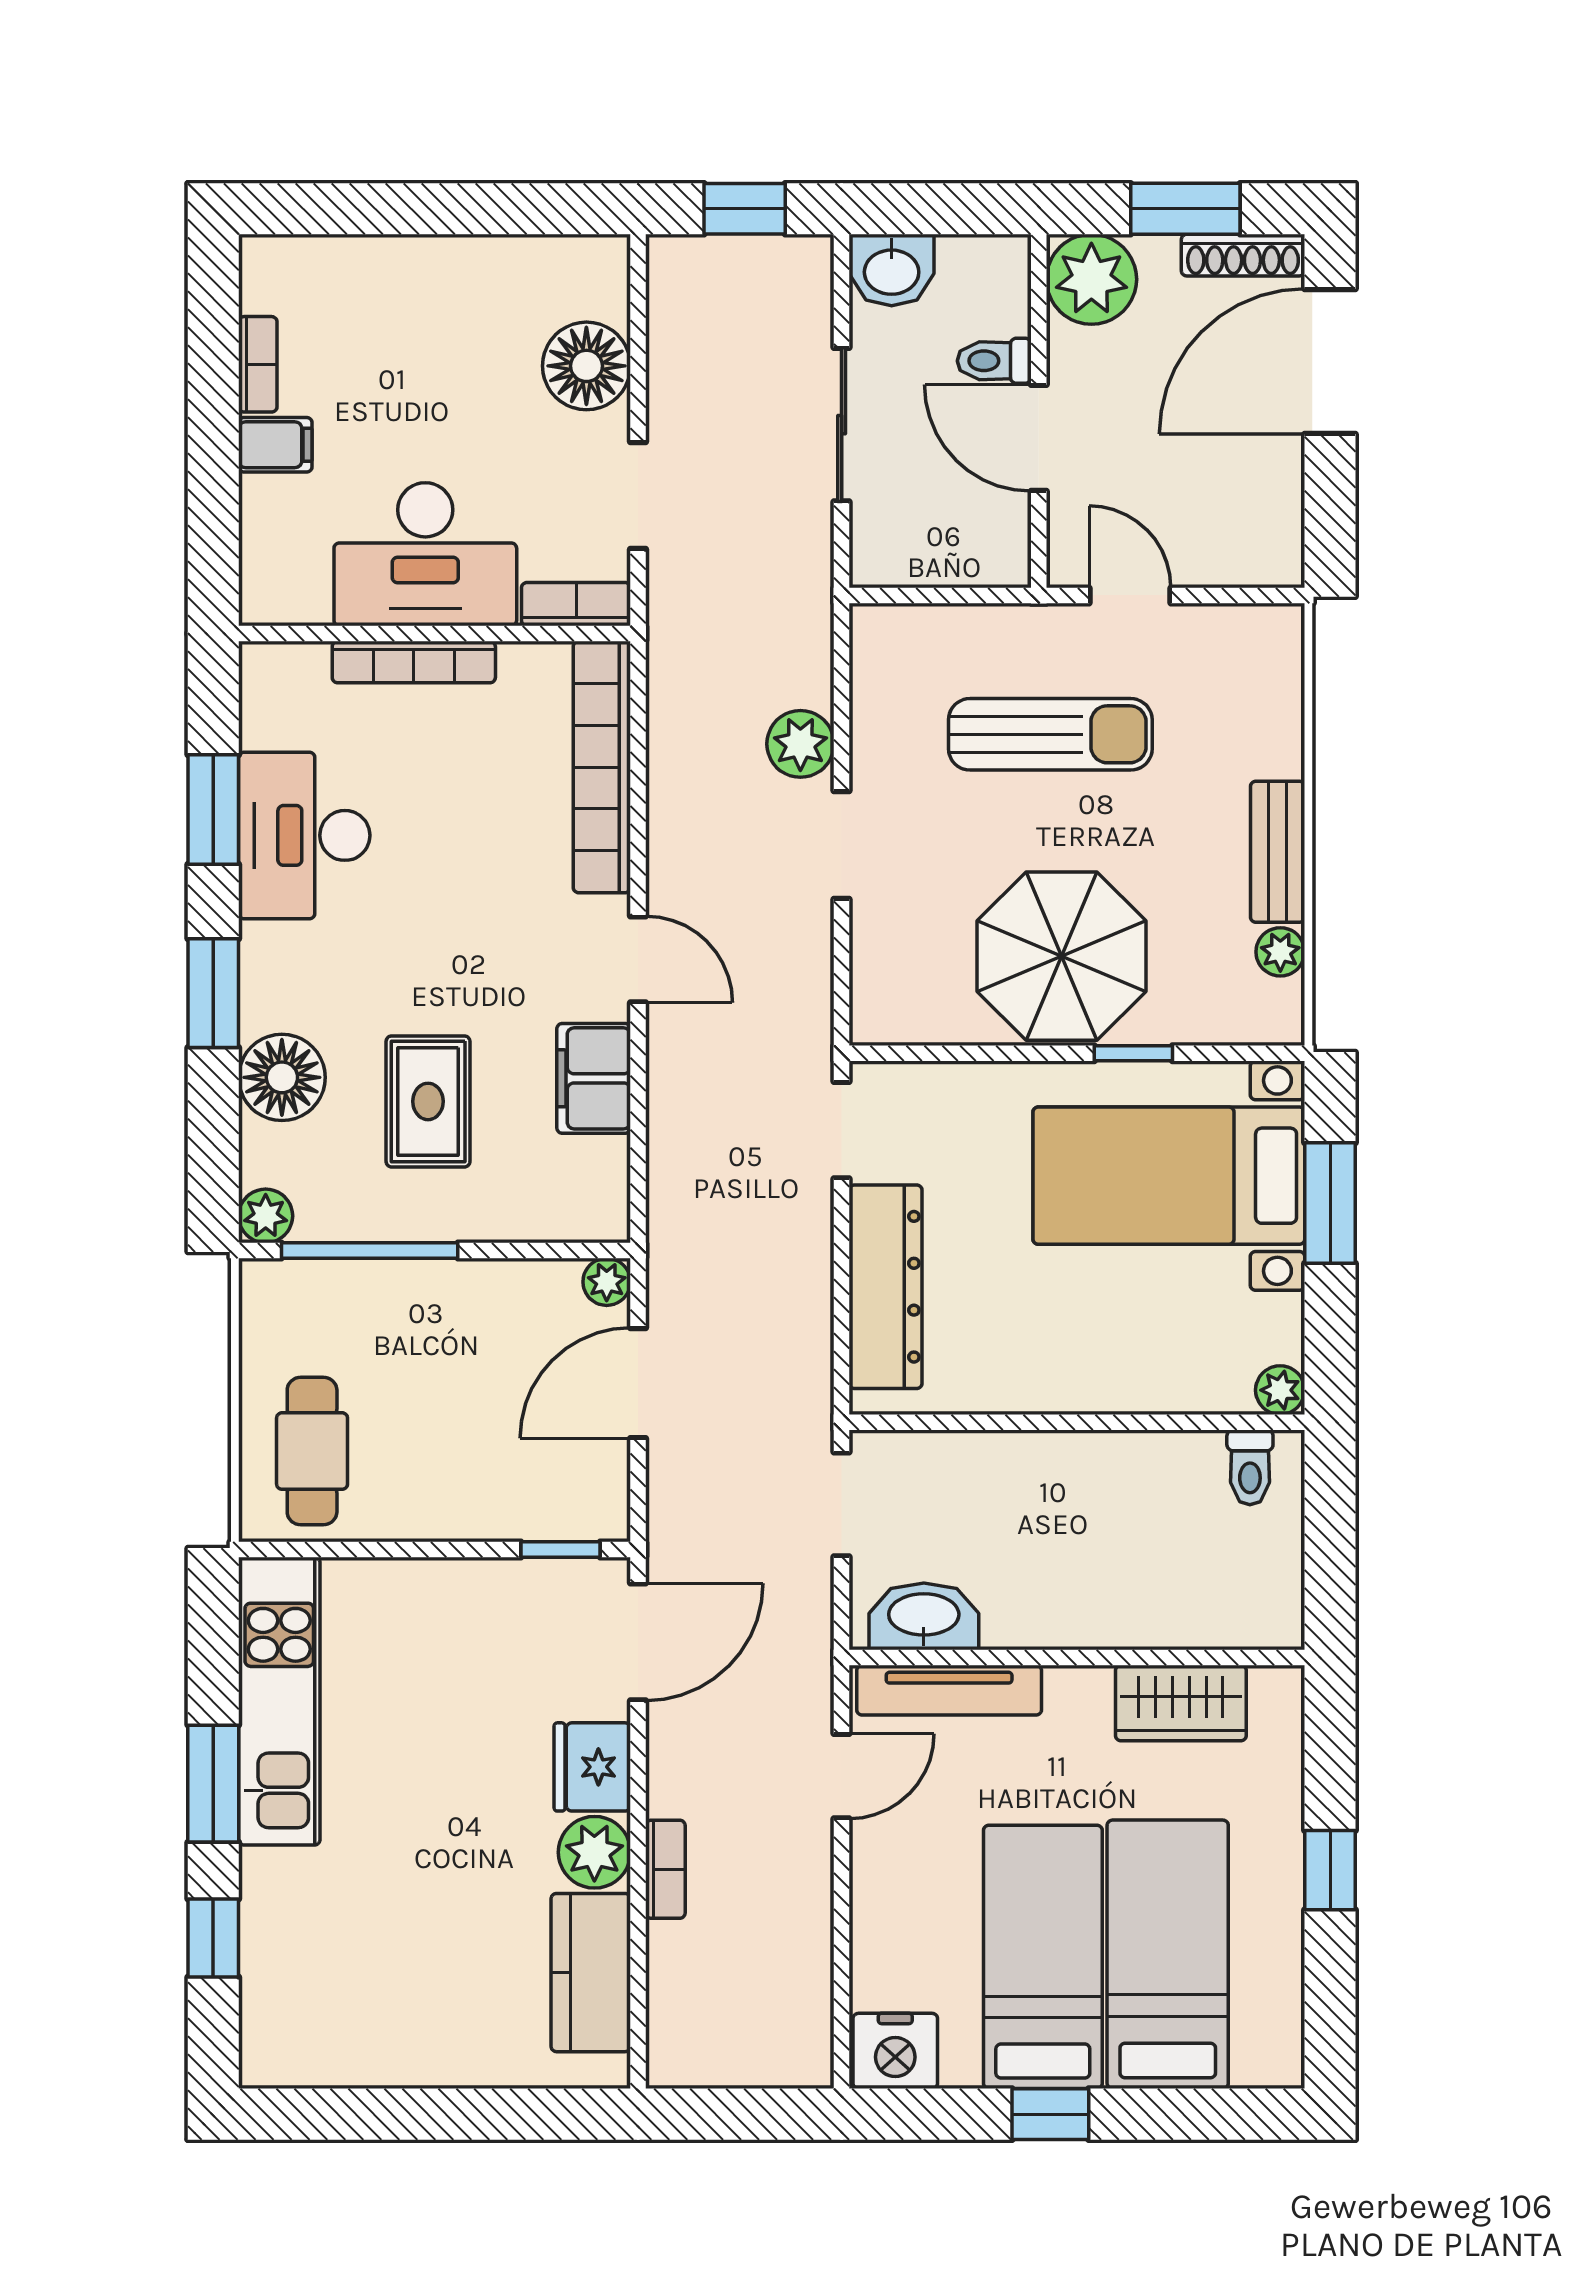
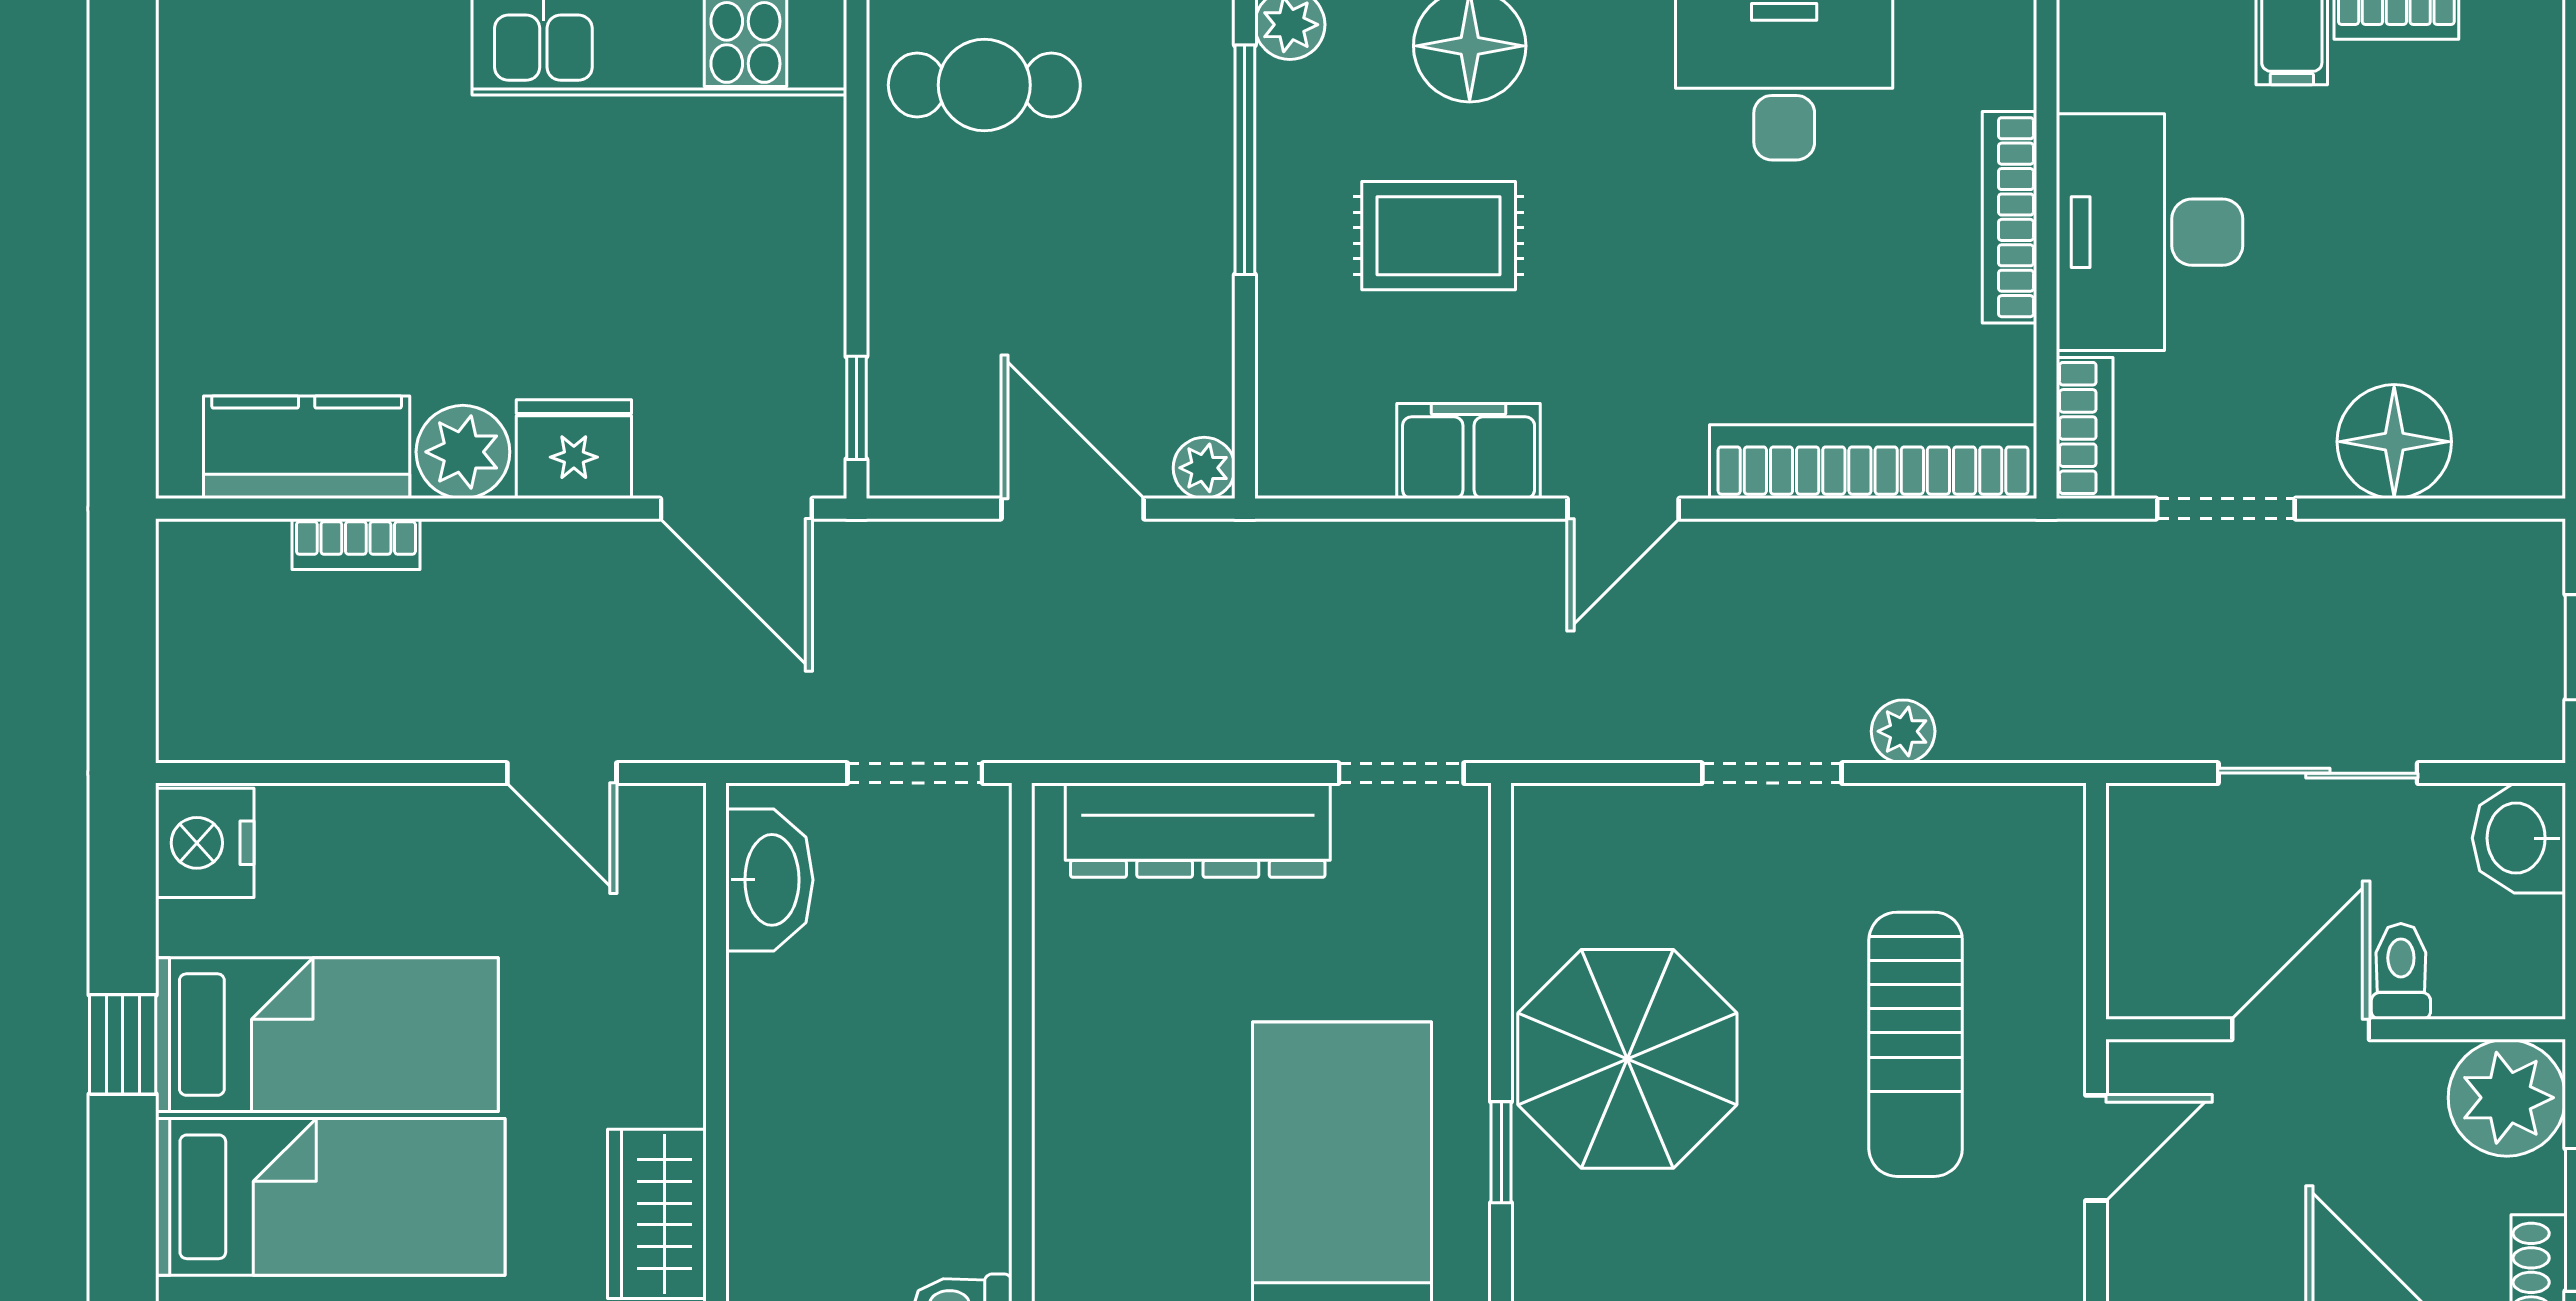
plant: (800, 744) -> (1903, 731), width x0.73, depth x0.73
tv unit: (949, 1690) -> (674, 913), removed
bookcase: (665, 1869) -> (356, 544), moved

